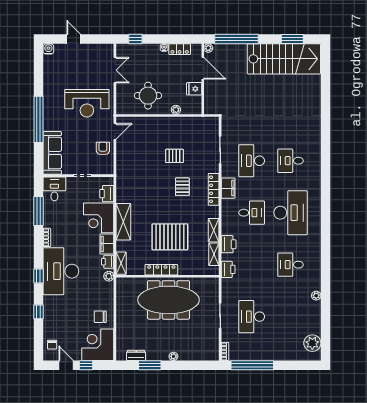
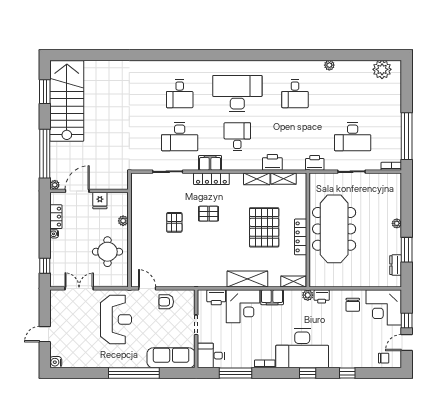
printer: (108, 262) -> (322, 296), moved
printer: (228, 269) -> (315, 163), moved

